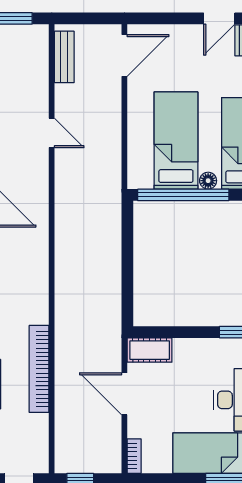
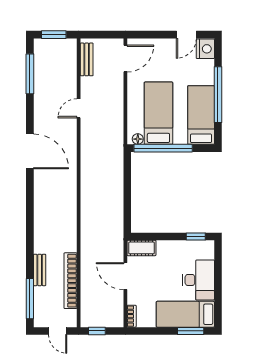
door: (52, 133) -> (79, 108), swing flipped
floor lamp: (208, 181) -> (138, 139), moved
bookcase: (39, 369) -> (70, 281), moved

